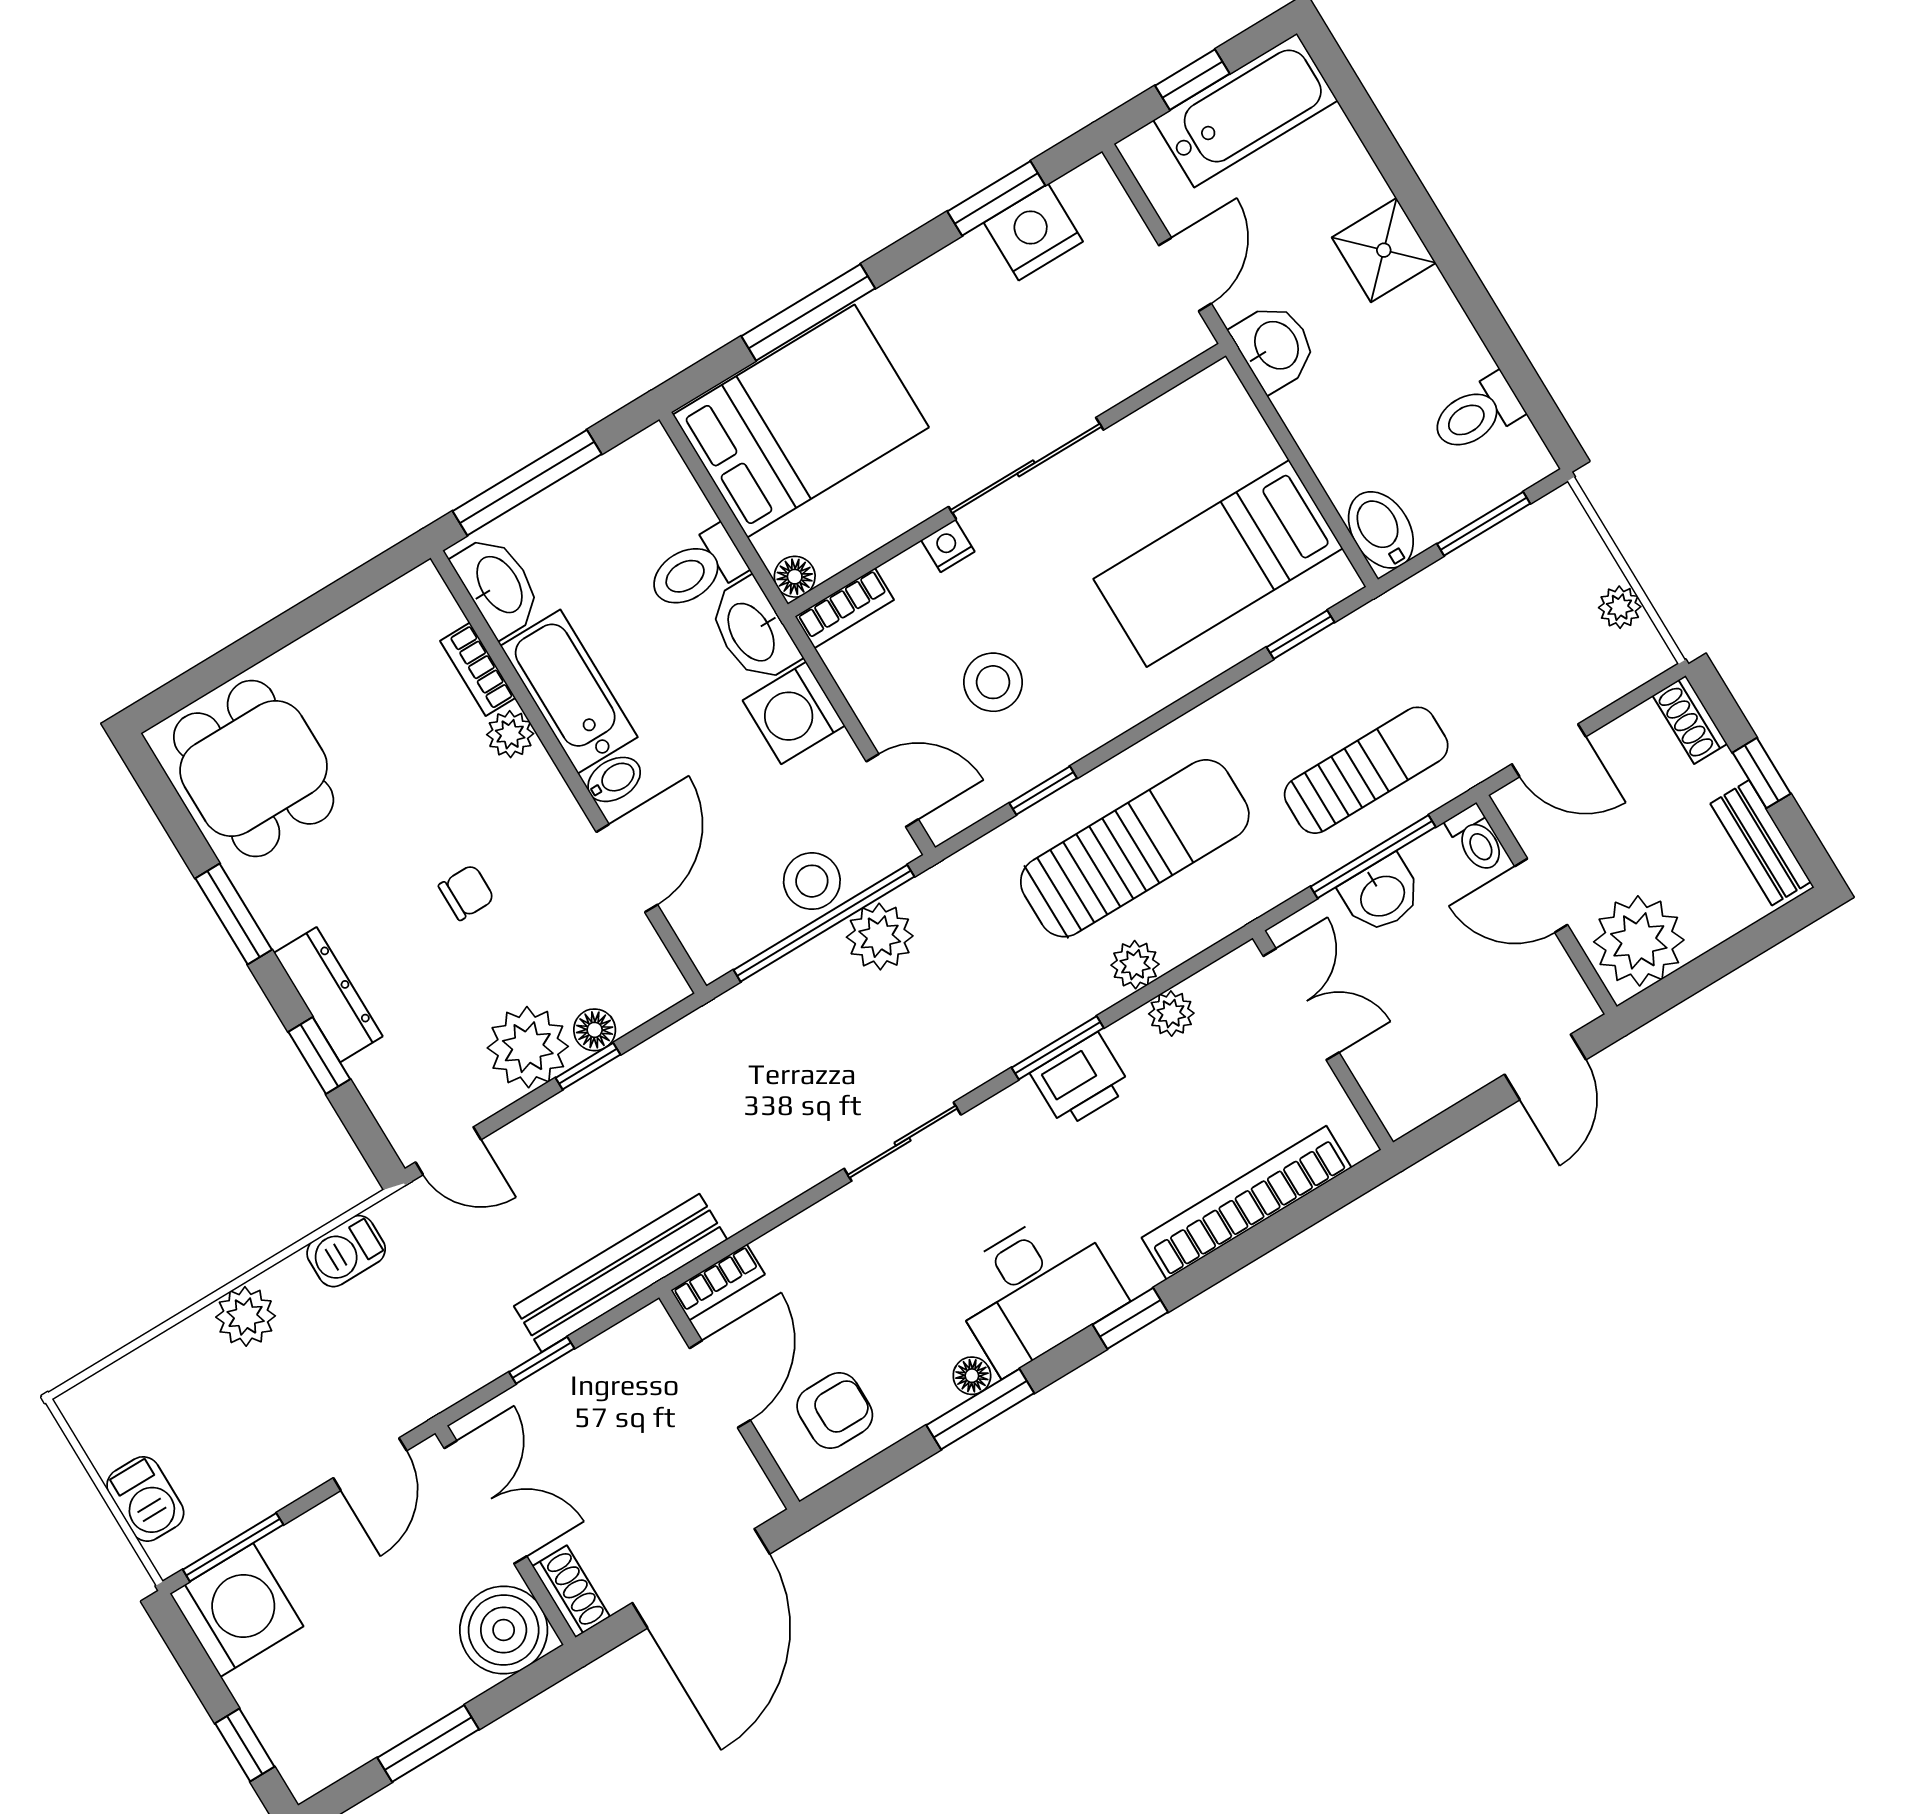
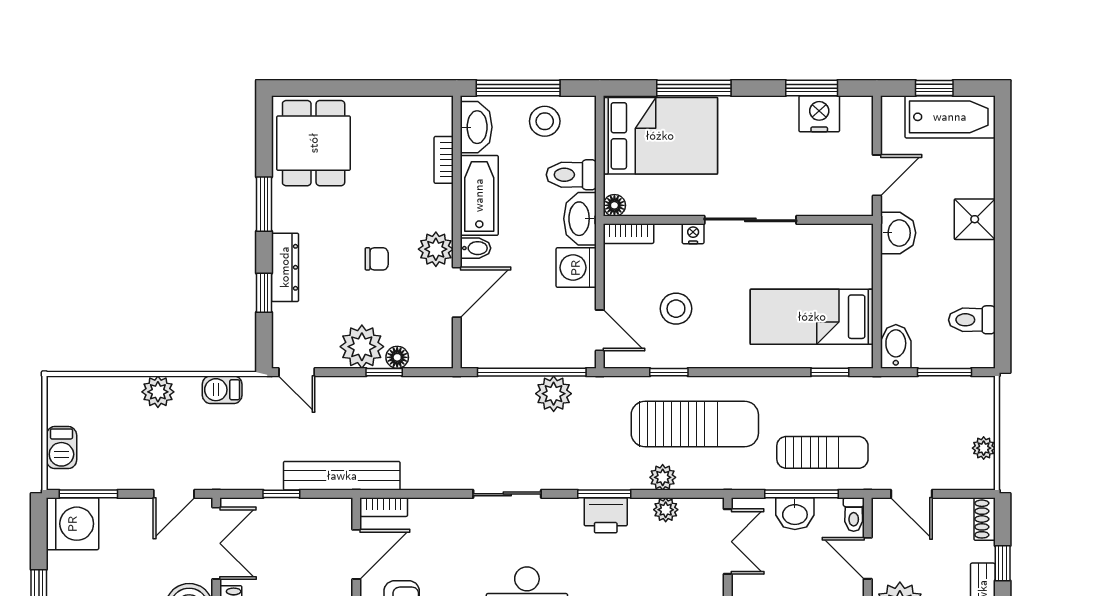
plant: (510, 734) -> (436, 249), moved, width x1.38, depth x1.38
stool: (812, 881) -> (545, 121), moved

